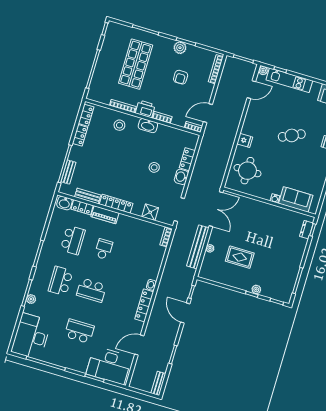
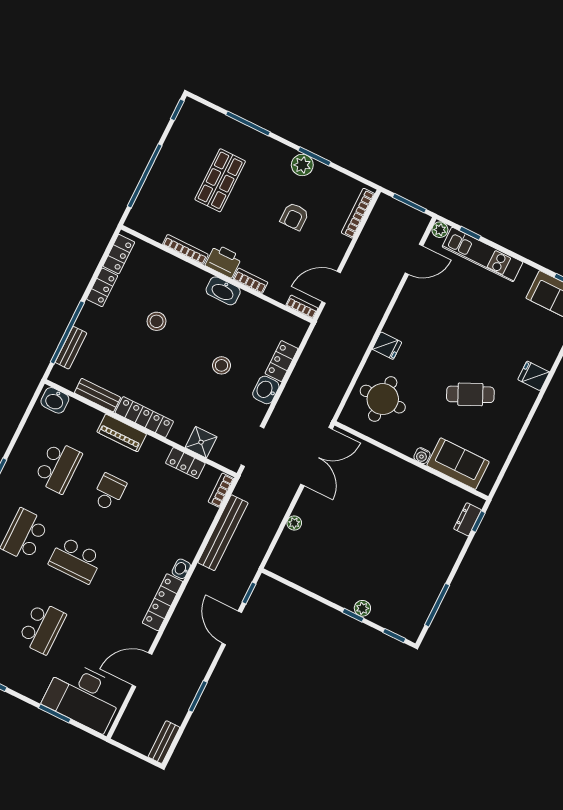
shop shelf: (136, 64) -> (220, 180), width x0.70, depth x0.74
stool: (119, 125) -> (157, 321), moved
cafe table: (292, 135) -> (470, 394), moved
locker: (82, 207) -> (185, 463), moved
bench: (198, 247) -> (223, 533), moved
rug: (240, 257) -> (343, 547), removed
school desk: (79, 331) -> (42, 628), turned 90

